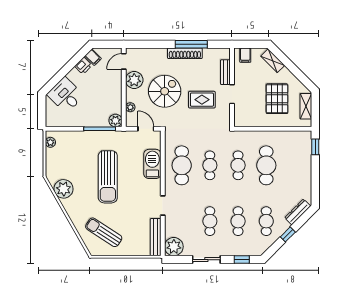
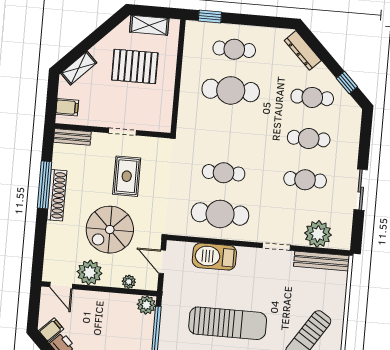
bench: (225, 72) -> (72, 137), moved
spiral stairs: (165, 91) -> (110, 230), turned -90
door: (146, 129) -> (162, 262), hinge flipped
cafe table: (238, 165) -> (234, 49), moved
window: (288, 234) -> (347, 83), moved
plant: (174, 247) -> (318, 234), moved
window: (242, 260) -> (365, 138), removed

